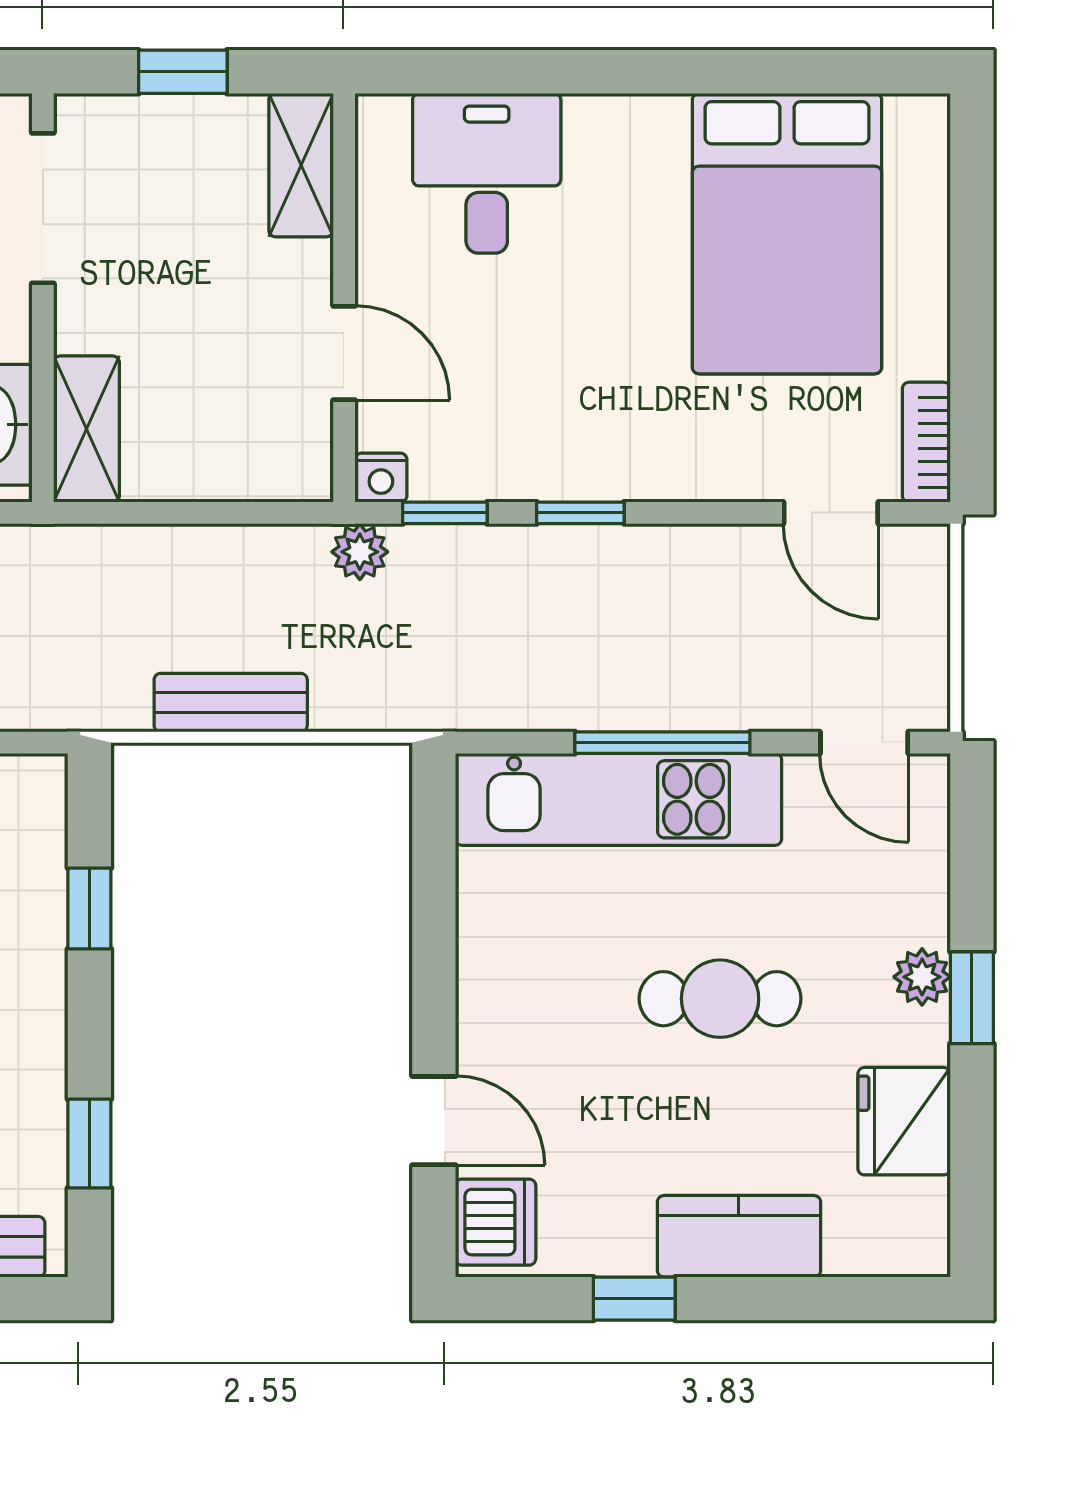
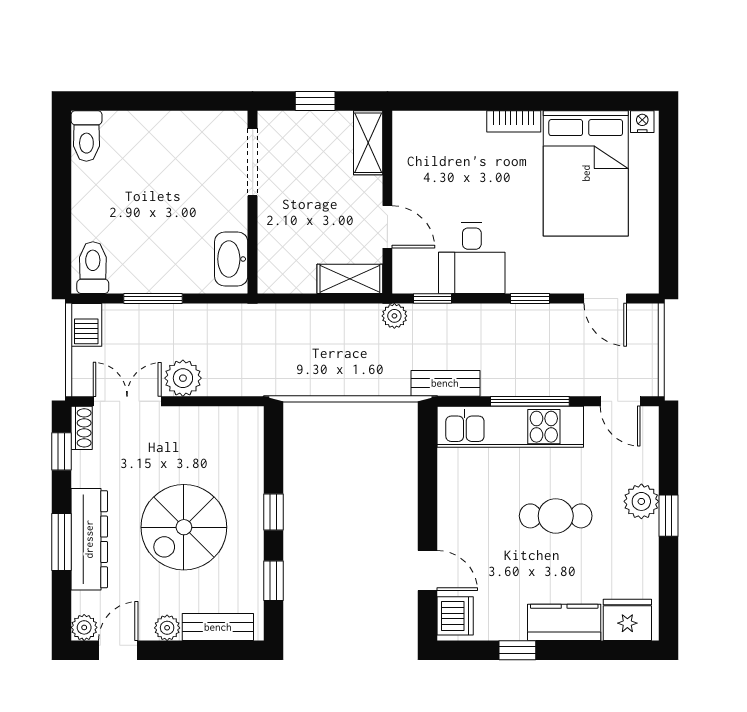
desk: (487, 173) -> (472, 258), moved, turned 180
shelving: (86, 429) -> (350, 279), moved, turned 90
bookcase: (926, 442) -> (514, 121), moved, turned -90
nightstand: (381, 478) -> (642, 122), moved, turned 180
window: (580, 513) -> (530, 299), moved
bench: (231, 703) -> (445, 383), moved
window: (89, 908) -> (273, 512), moved
plant: (922, 977) -> (641, 501), width x1.38, depth x1.38
fridge: (904, 1121) -> (627, 620), moved, turned 90

